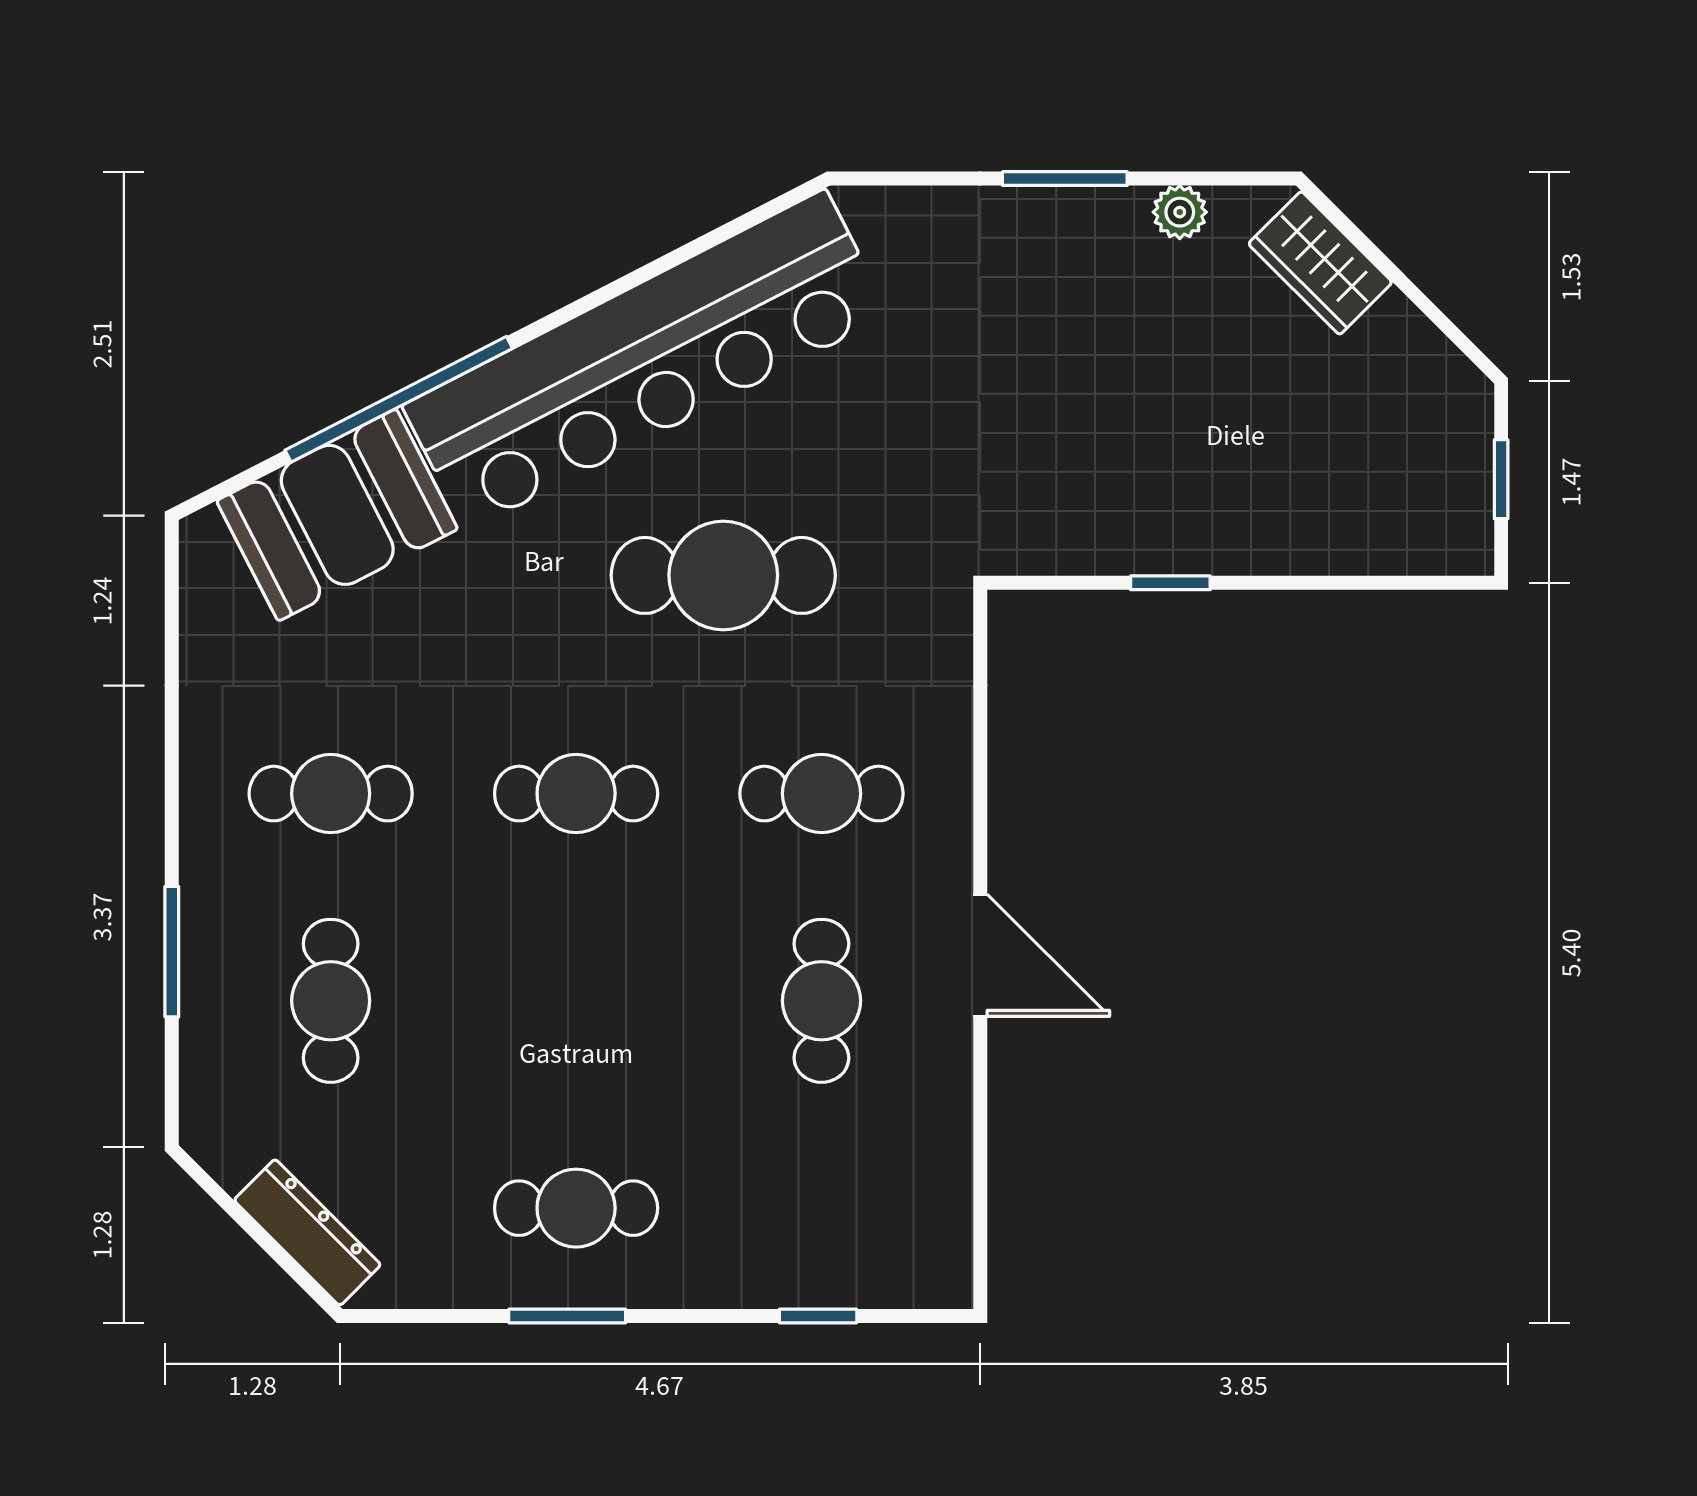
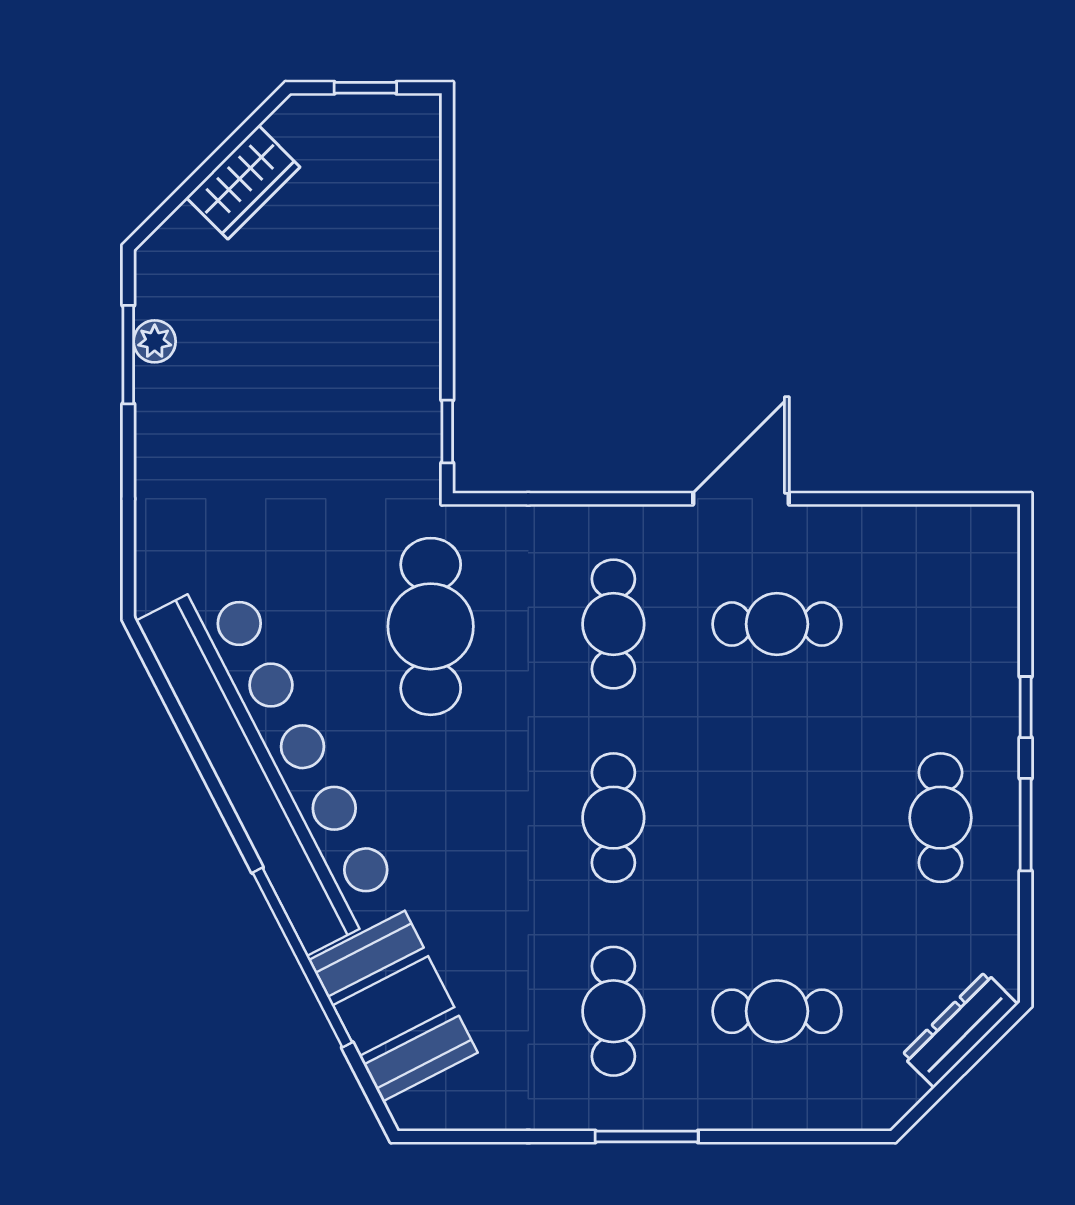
window: (1065, 179) -> (128, 355), moved
wardrobe: (1320, 263) -> (243, 182), moved
cafe table: (723, 575) -> (431, 626), moved
window: (1170, 583) -> (447, 432), moved
window: (172, 952) -> (647, 1137), moved
window: (818, 1316) -> (1026, 707), moved

